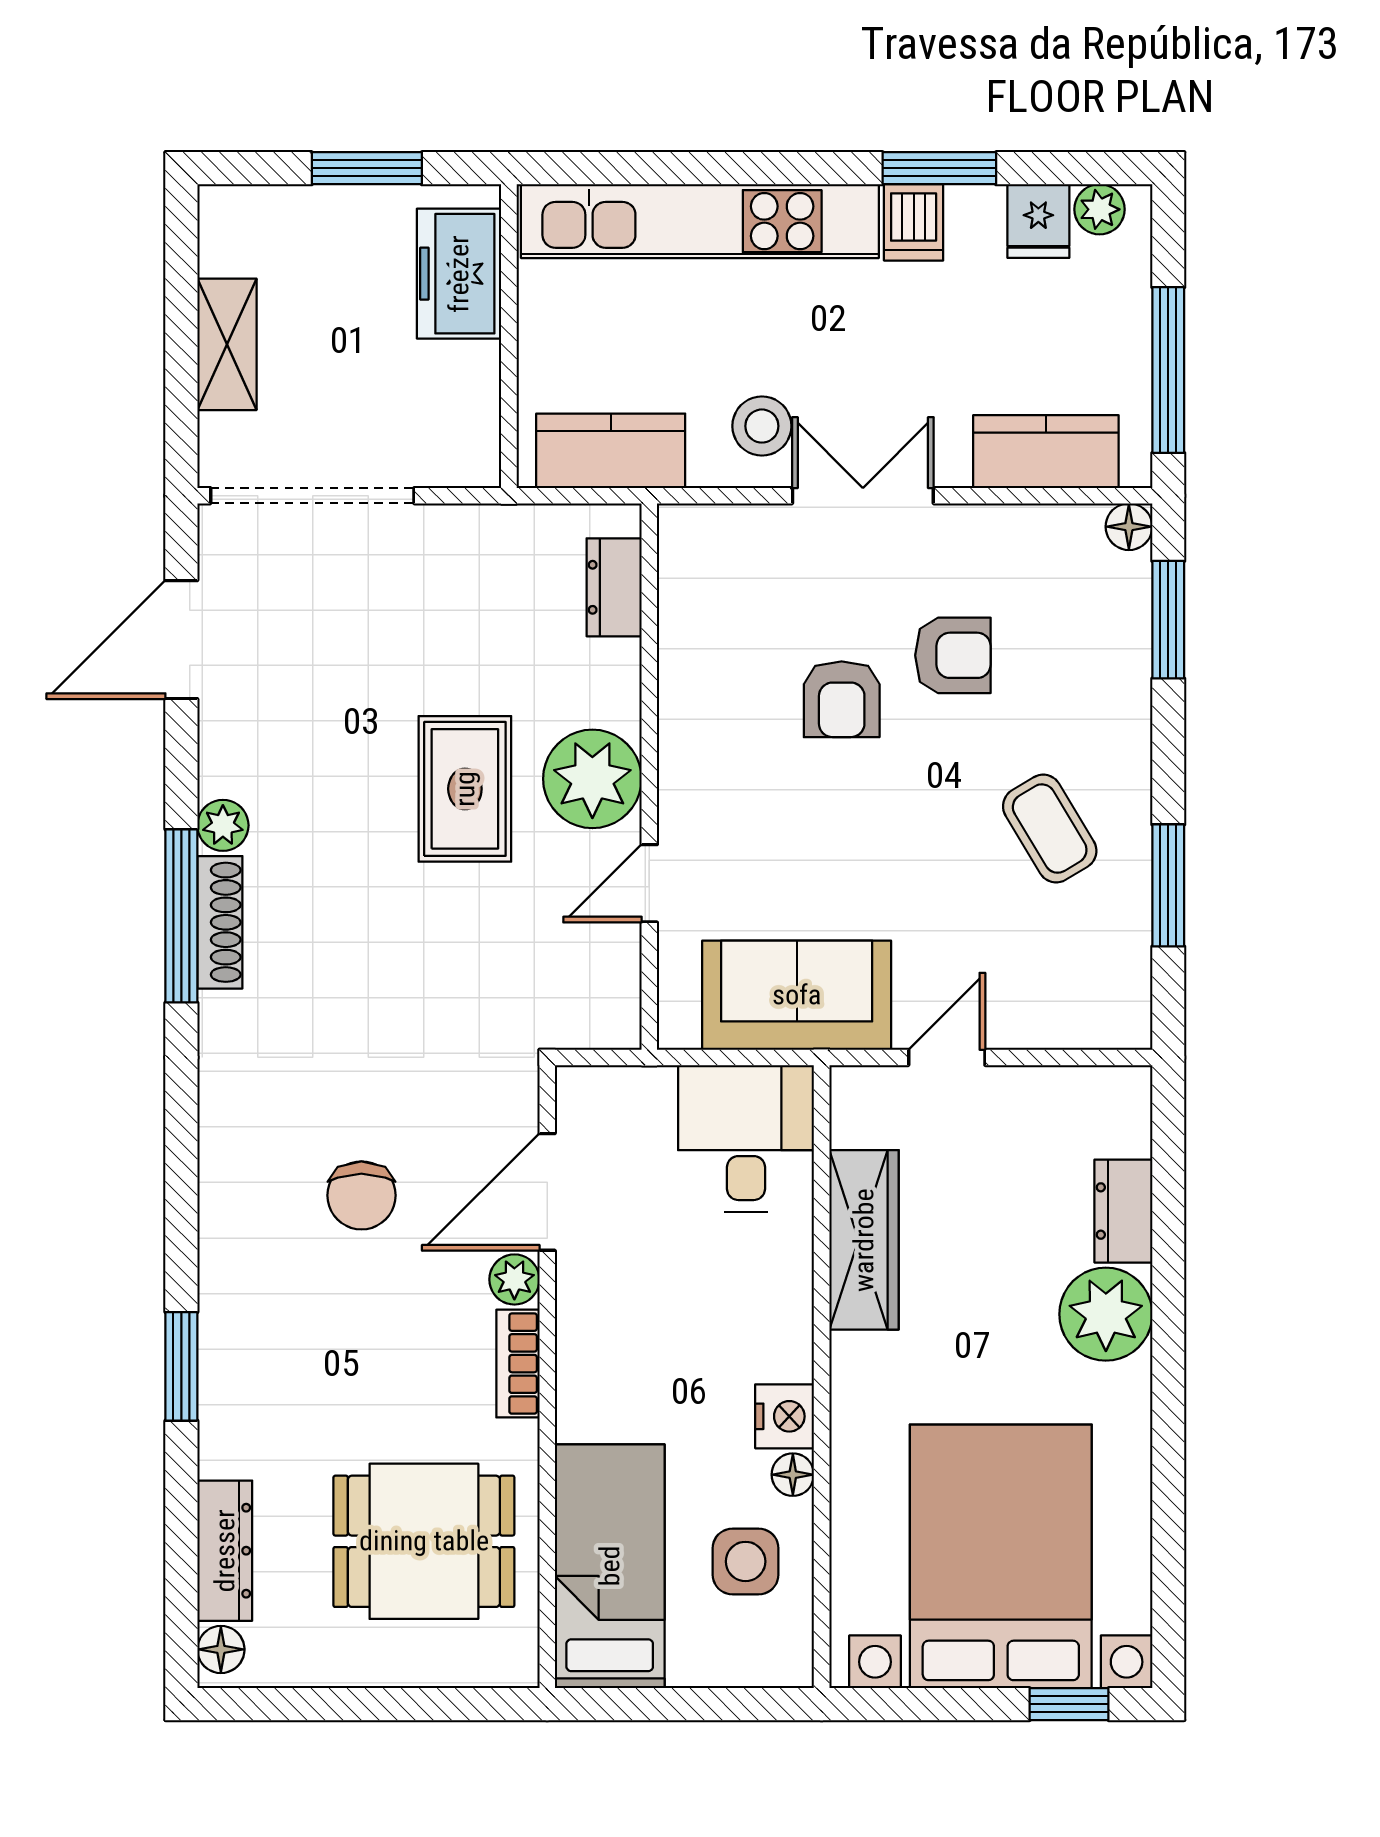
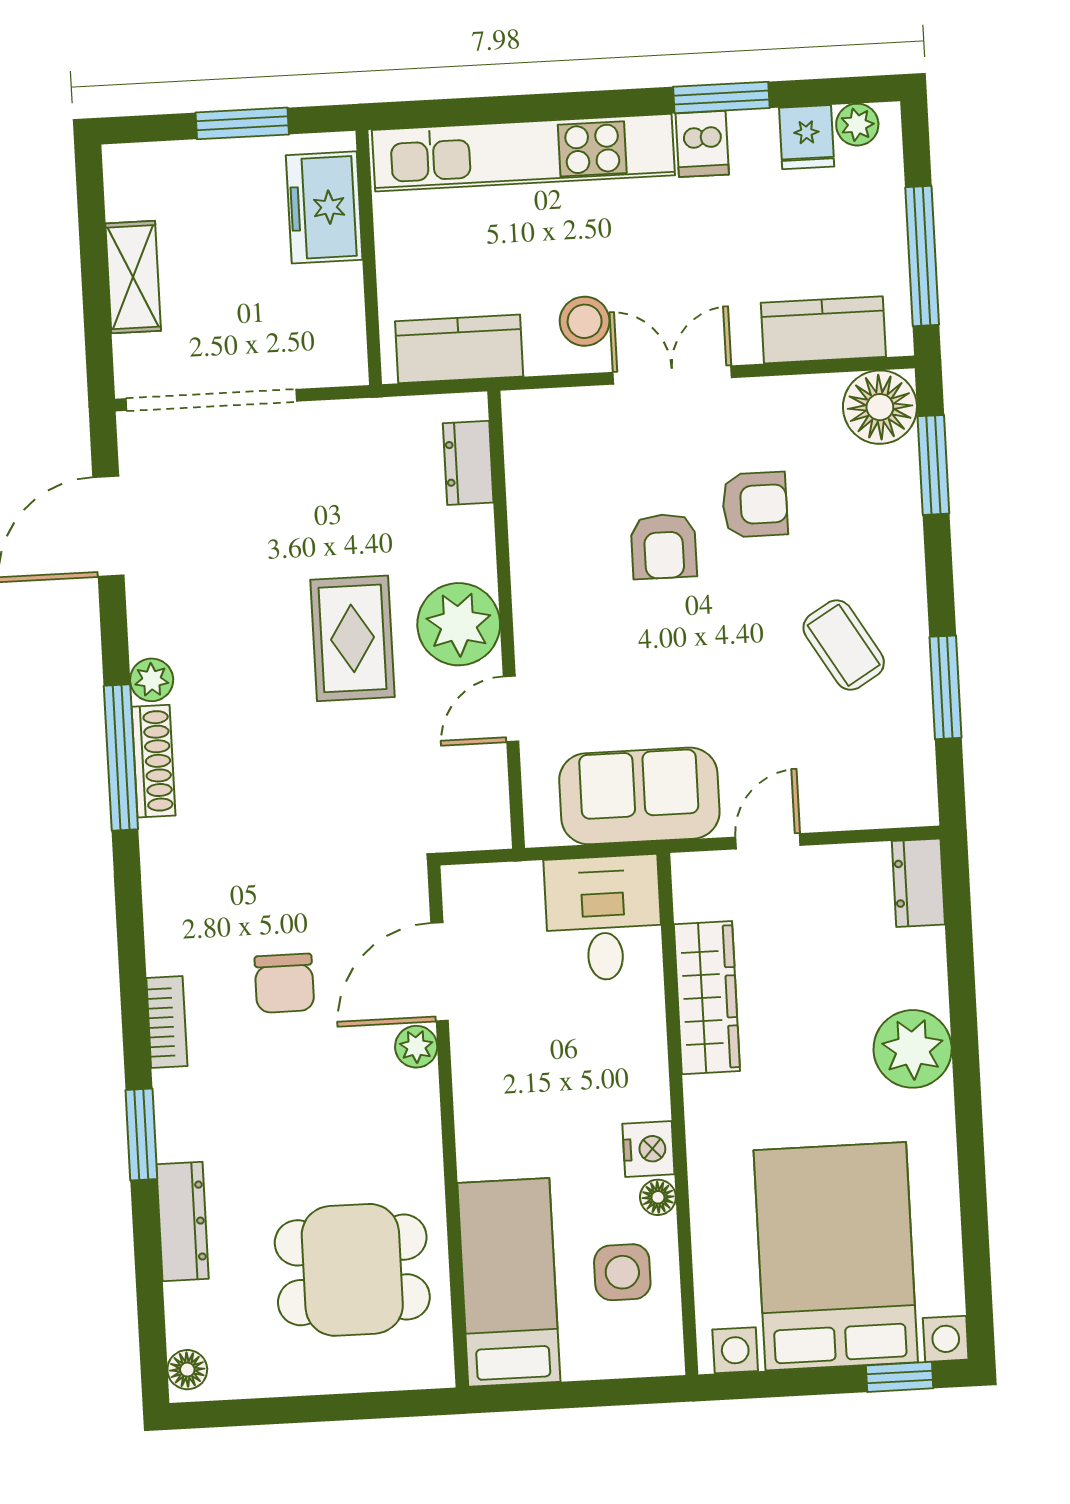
floor lamp: (1129, 527) -> (880, 407), width x1.89, depth x1.89
dresser: (1123, 1211) -> (918, 883), moved
bookcase: (518, 1364) -> (167, 1022), moved, turned 180
dresser: (225, 1551) -> (183, 1222), moved

